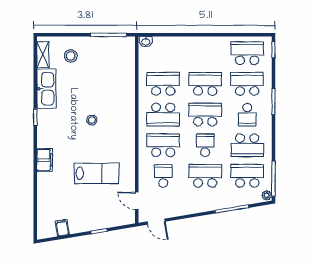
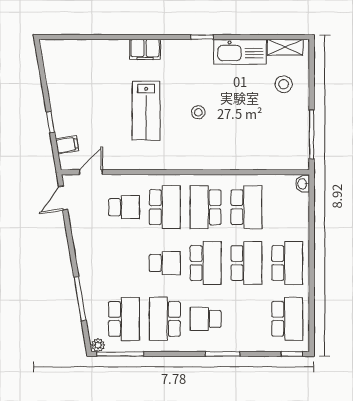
school desk: (247, 84) -> (287, 263), moved
lab bench: (97, 173) -> (146, 111), moved
school desk: (205, 176) -> (124, 263), removed
filing cabinet: (62, 228) -> (67, 145), moved

